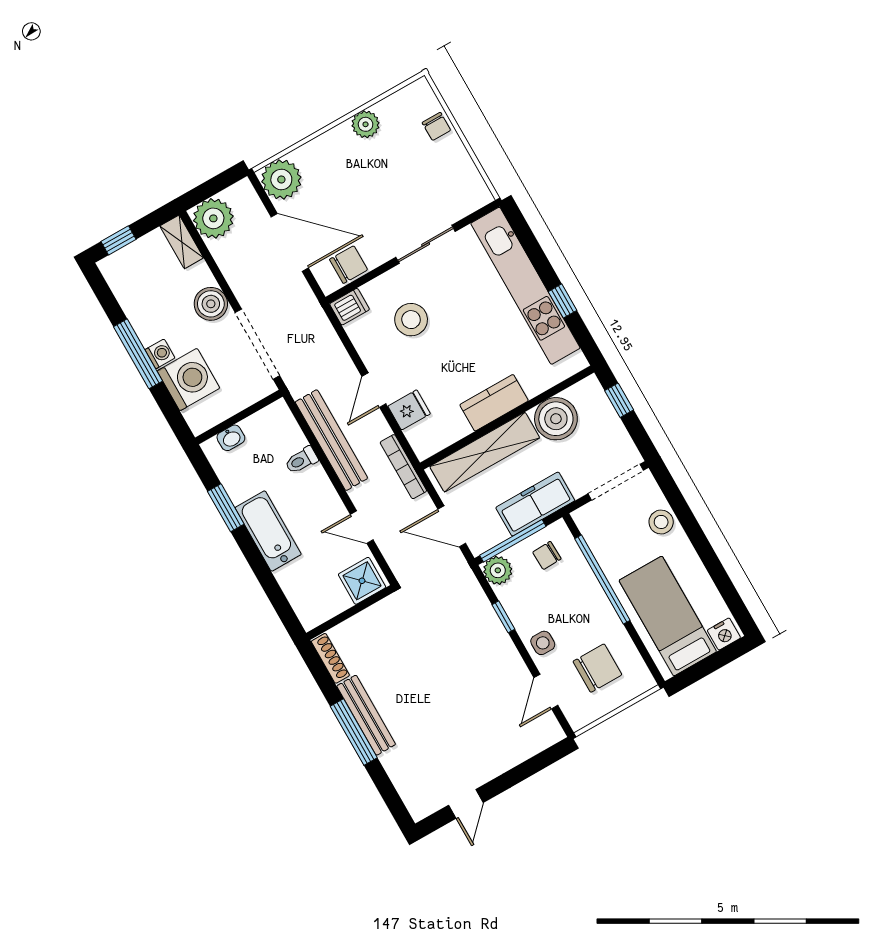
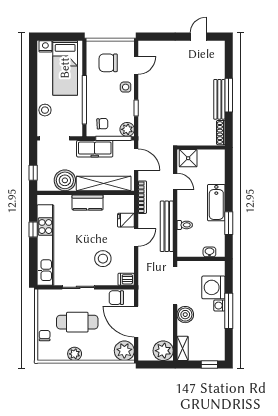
cafe table: (392, 183) -> (77, 322), added

